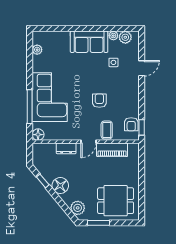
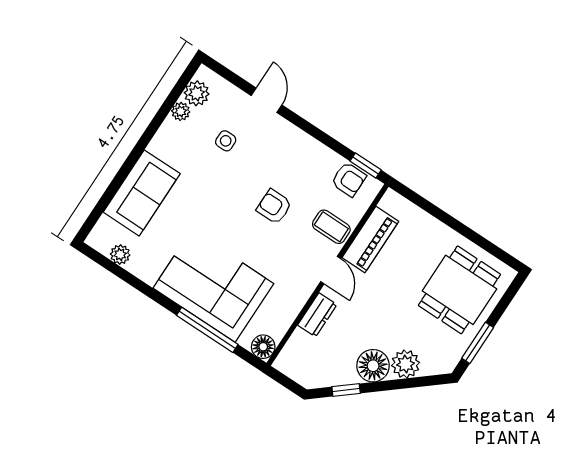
sofa: (89, 42) -> (142, 193), moved
plant: (78, 208) -> (406, 364), moved

